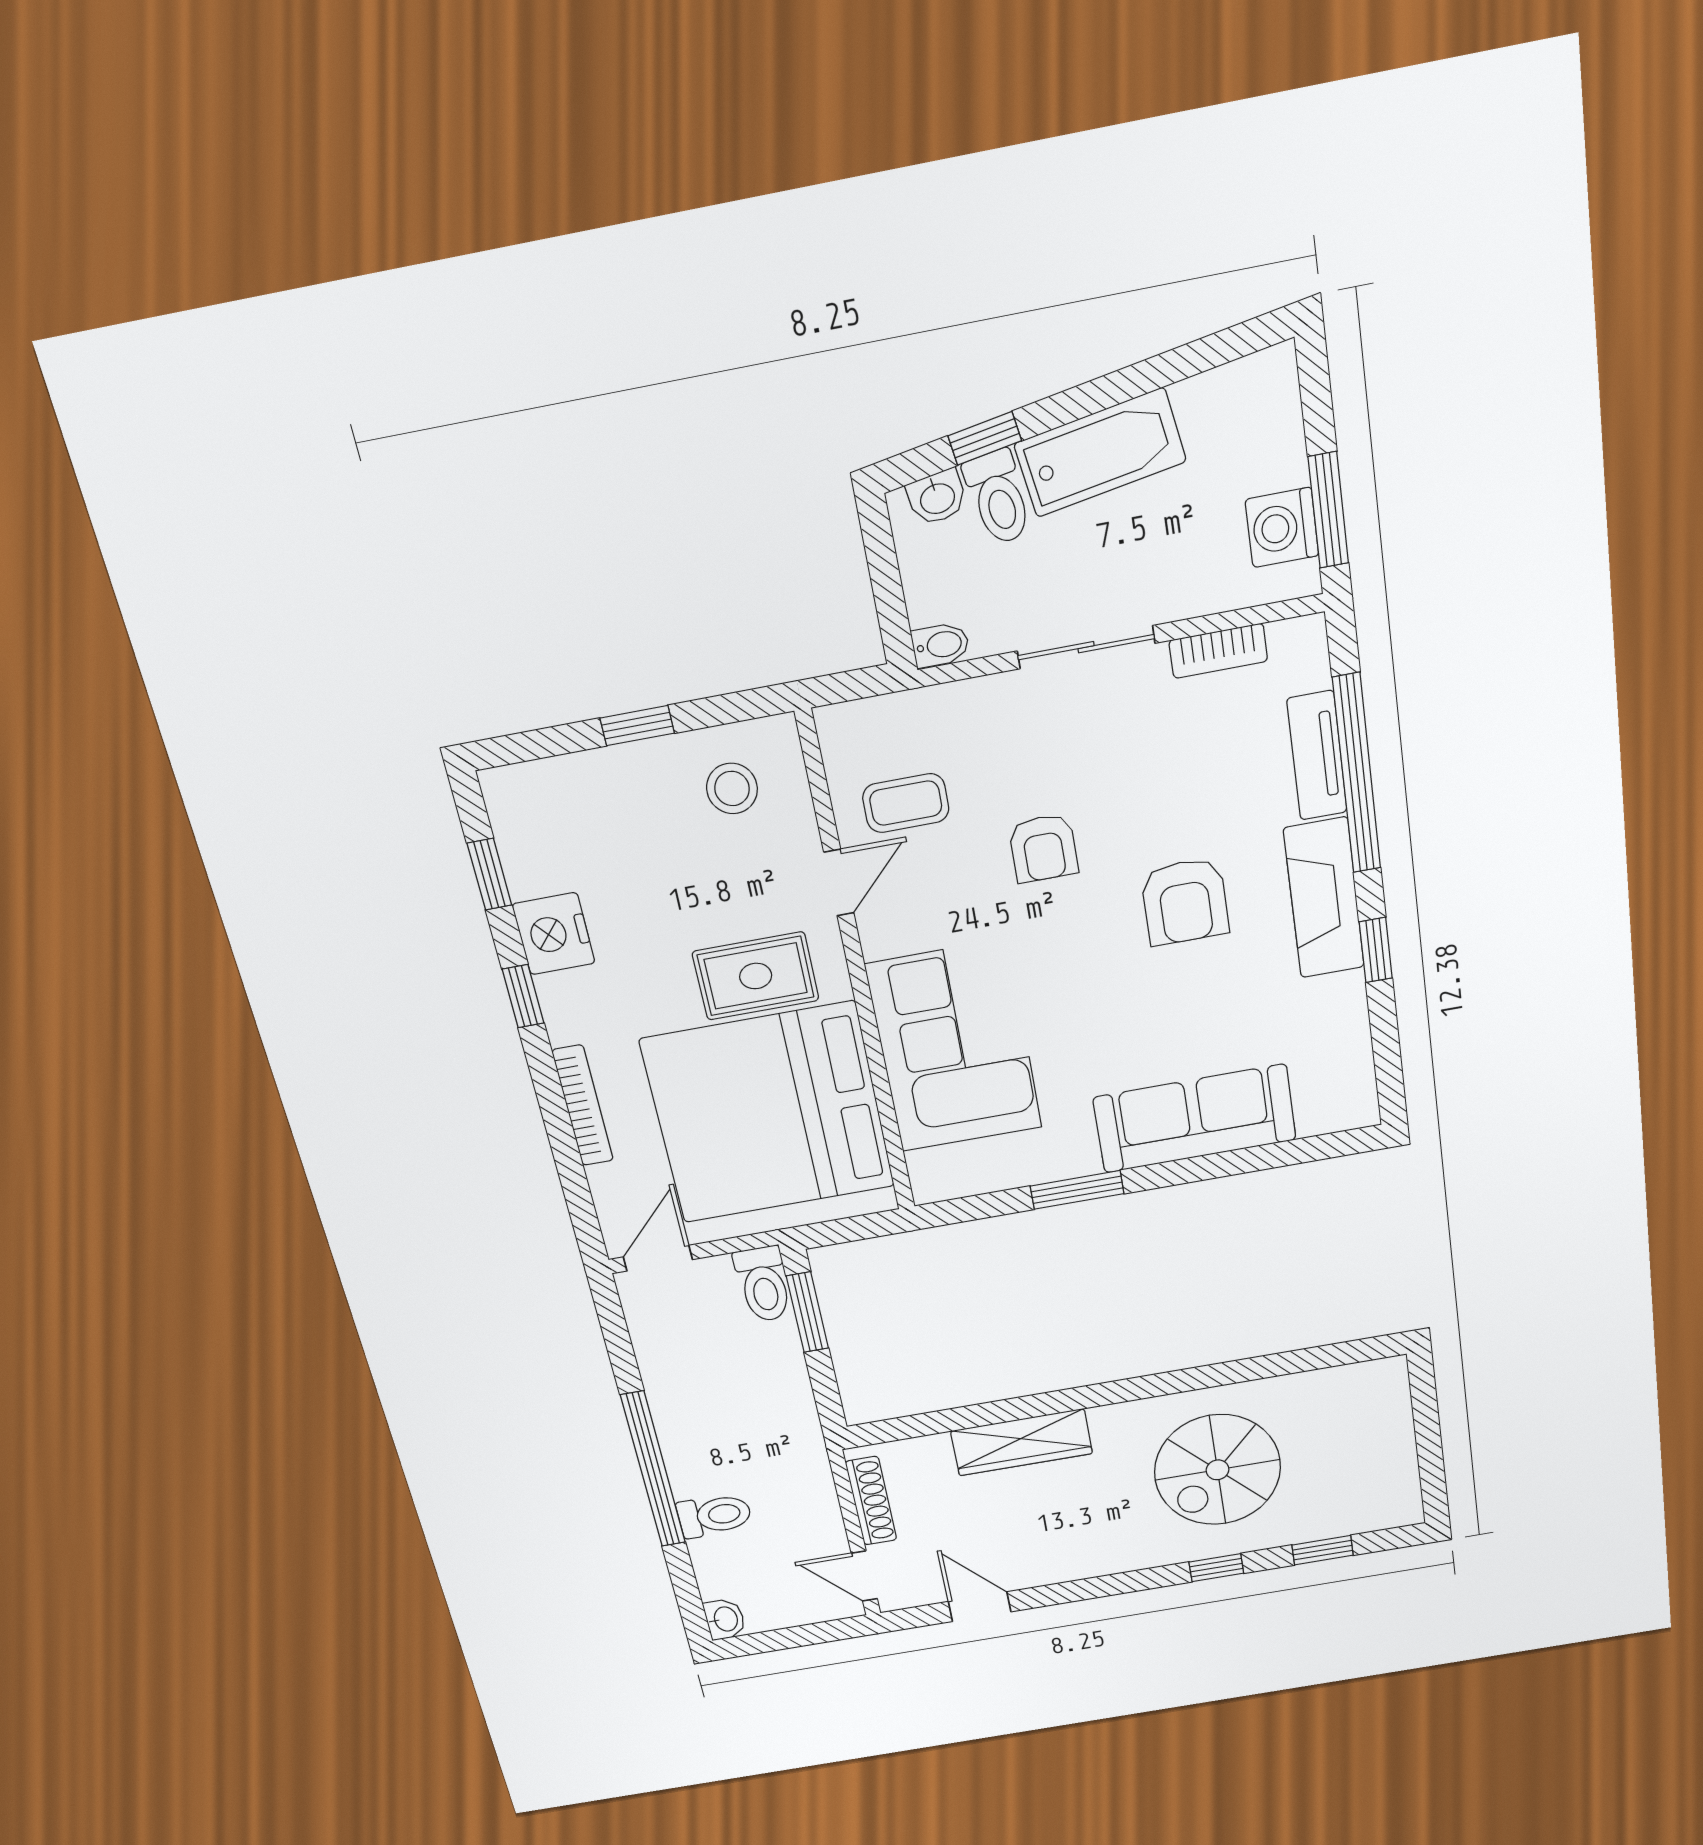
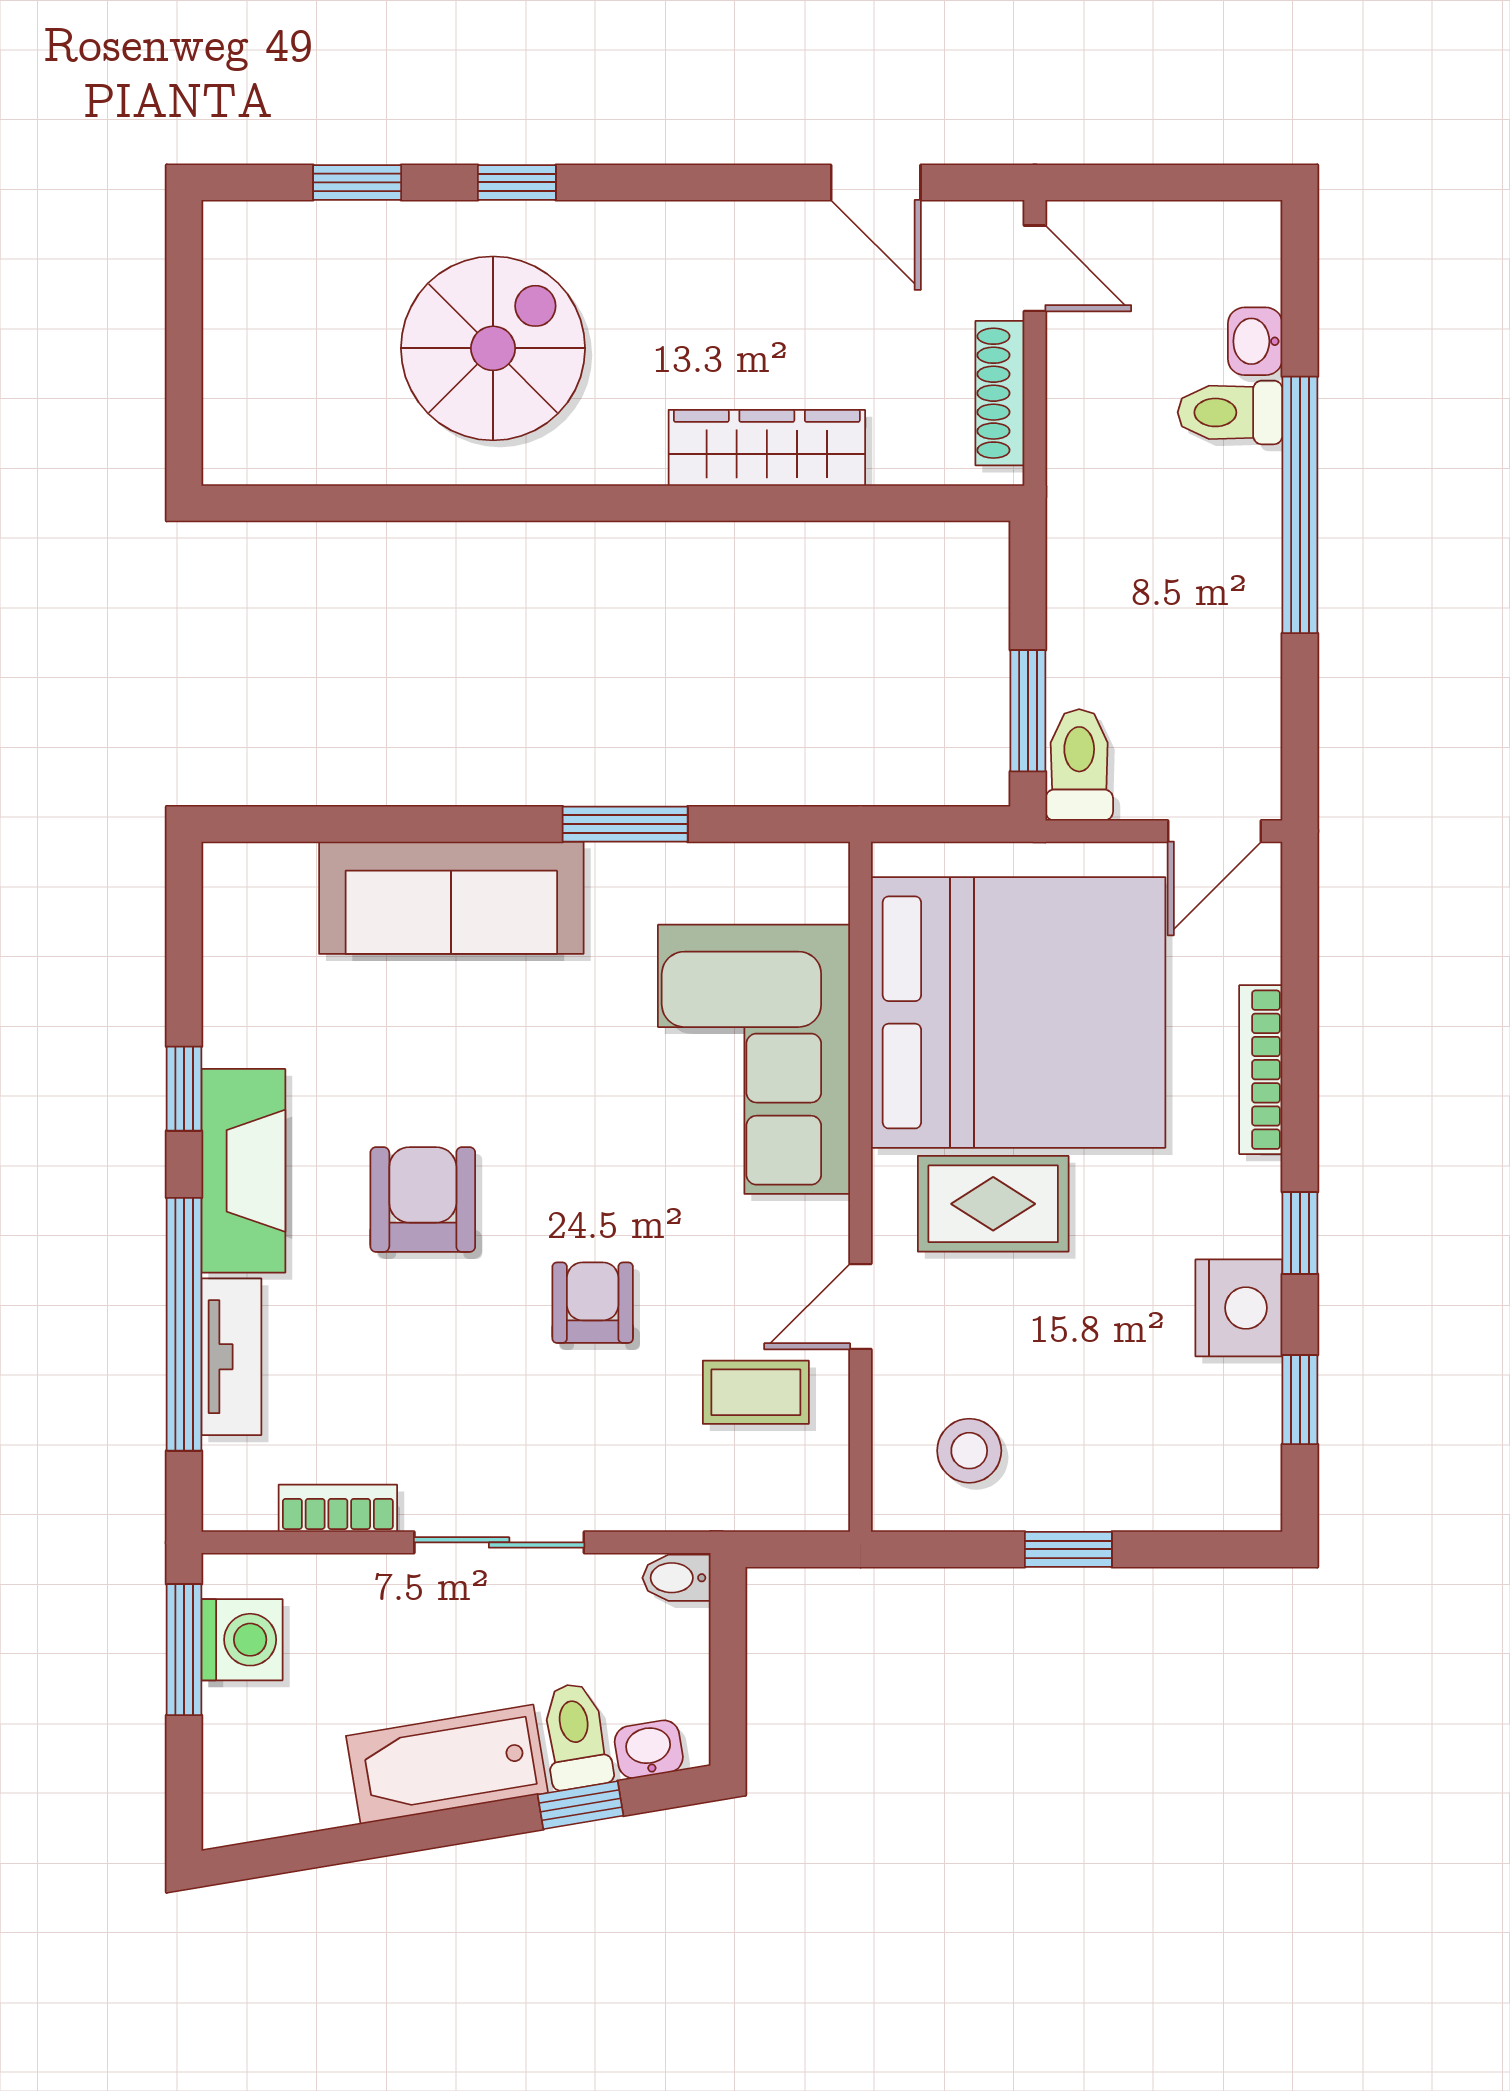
washbasin: (725, 1619) -> (1255, 341), moved

